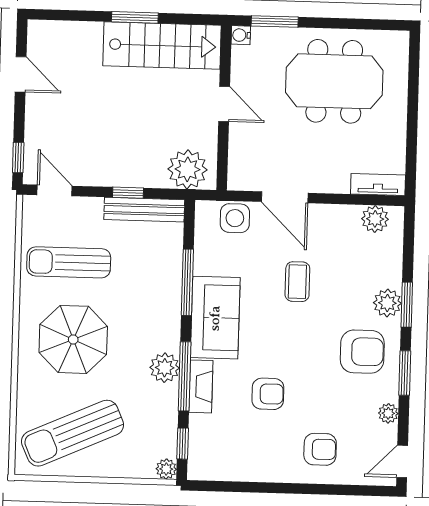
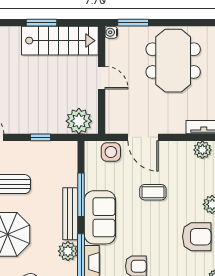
meeting table: (334, 81) -> (173, 61), turned 90
bench: (144, 210) -> (70, 214), moved, turned 90
coffee table: (297, 282) -> (153, 192), turned 90

